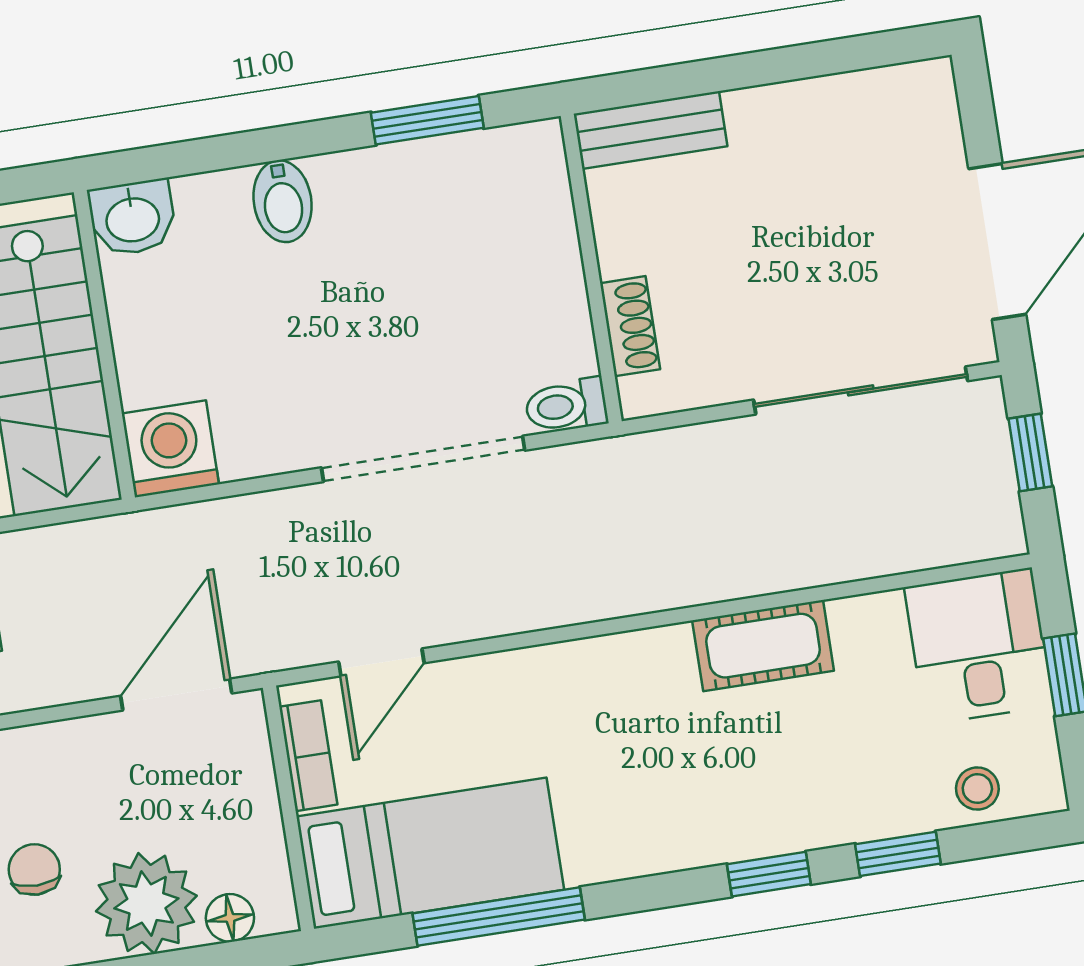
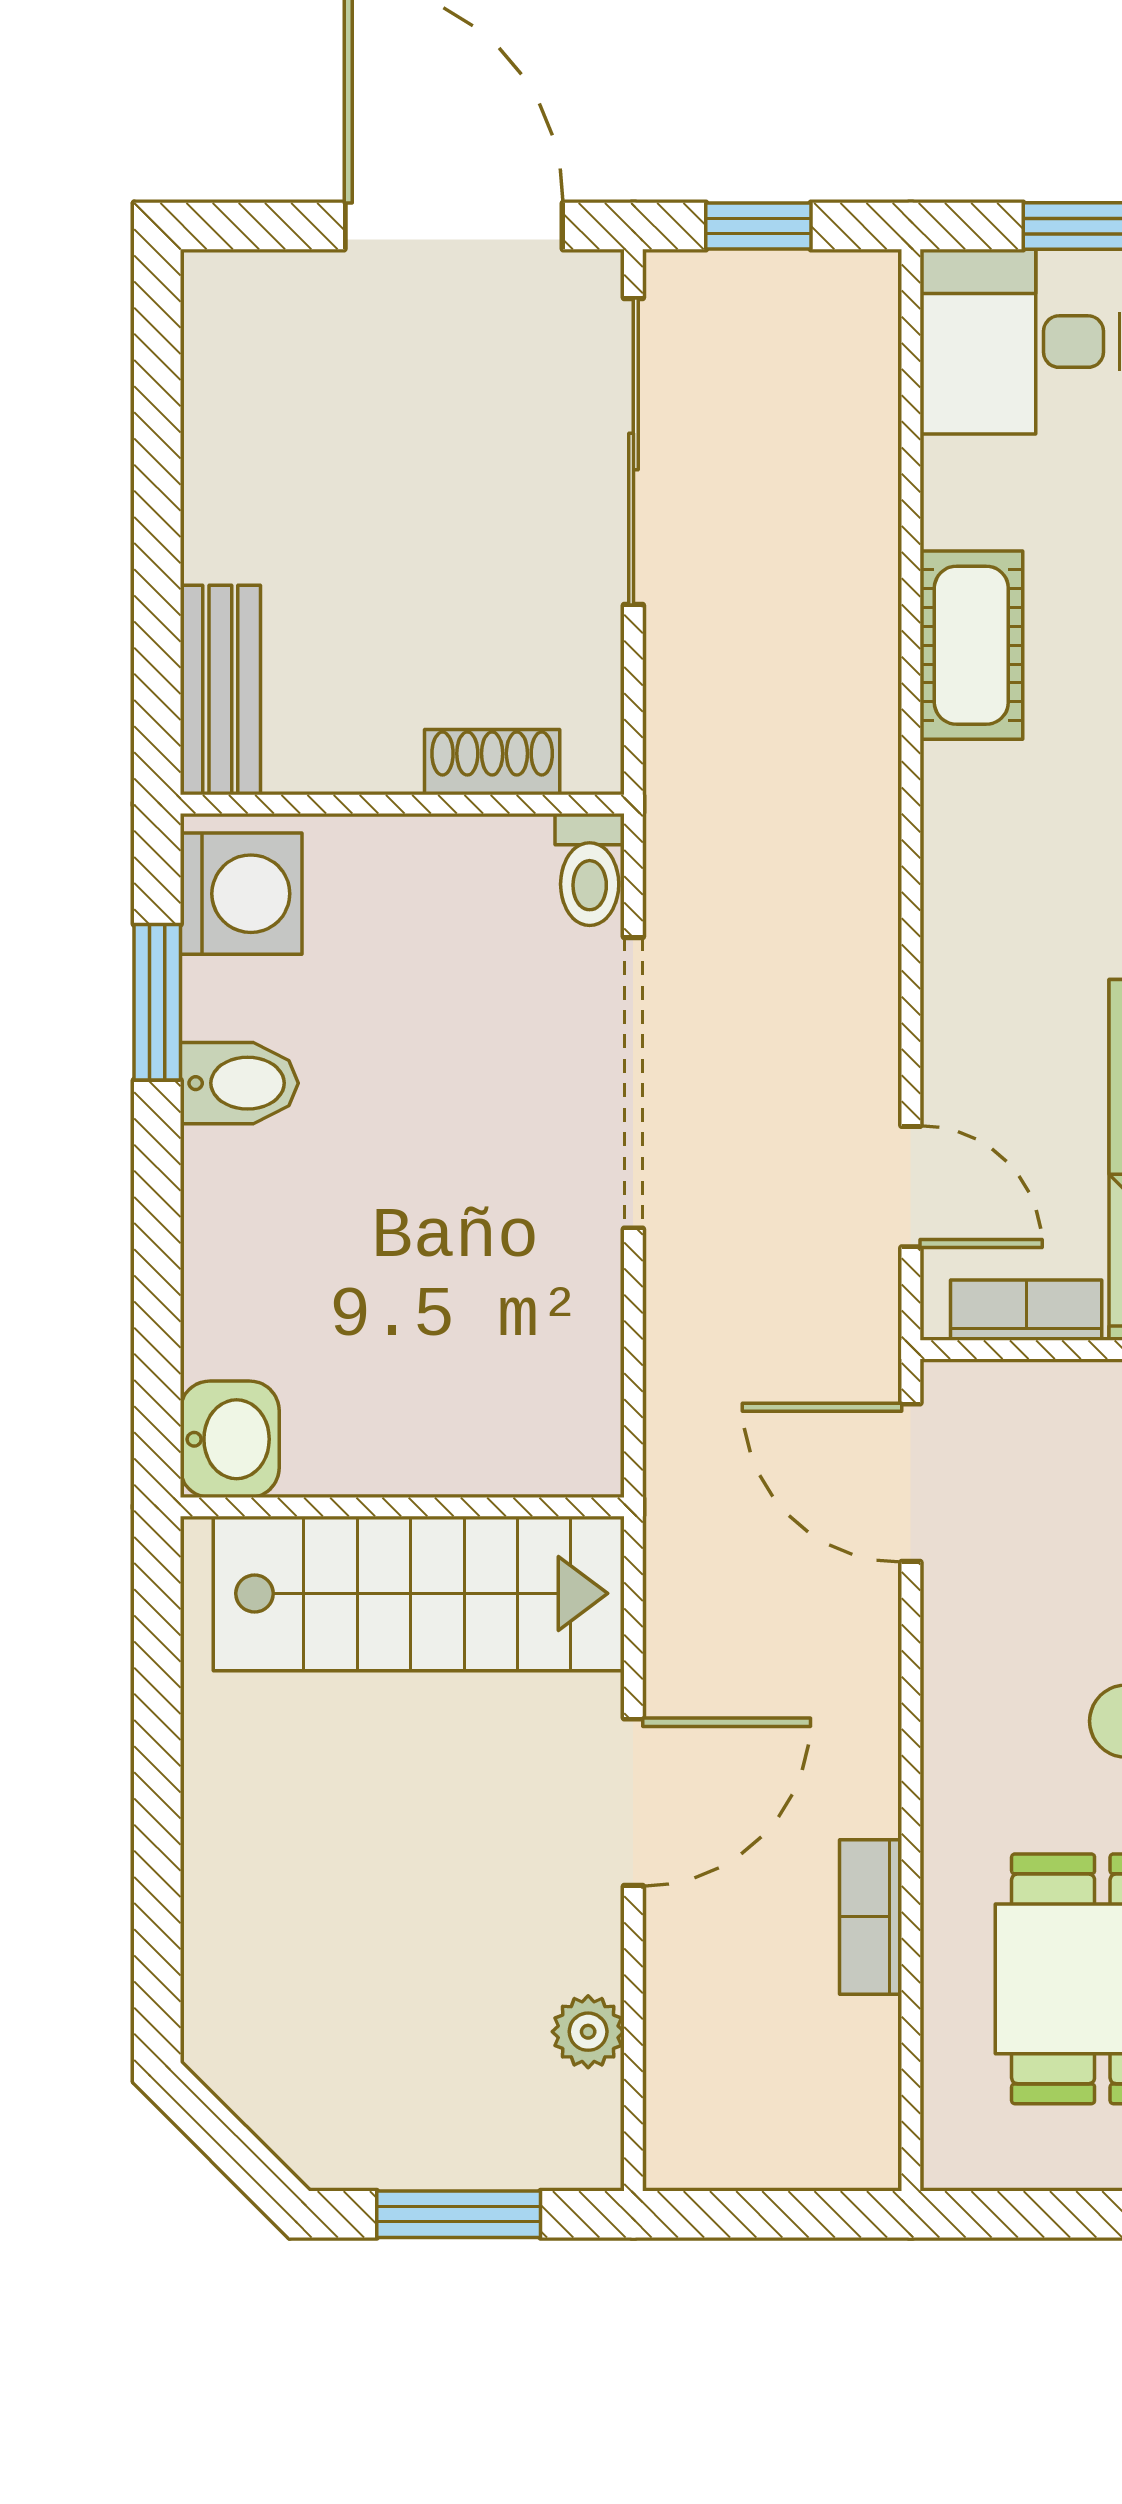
bidet: (283, 201) -> (239, 1083), moved
washing machine: (170, 449) -> (241, 894), moved, turned 180

